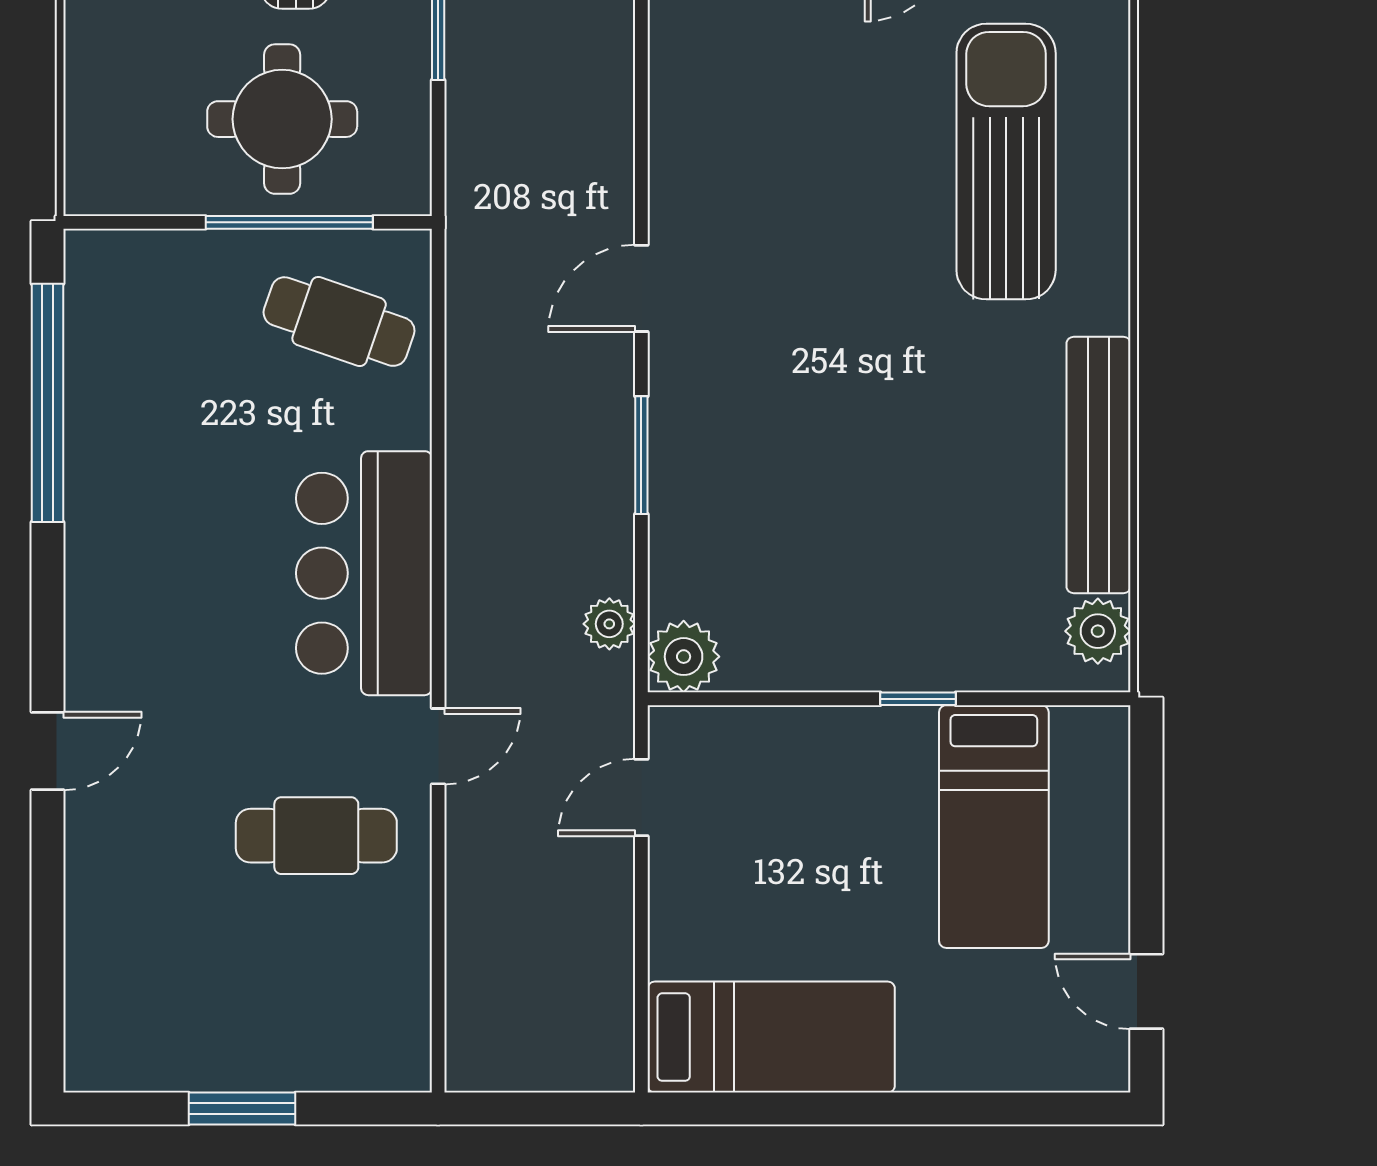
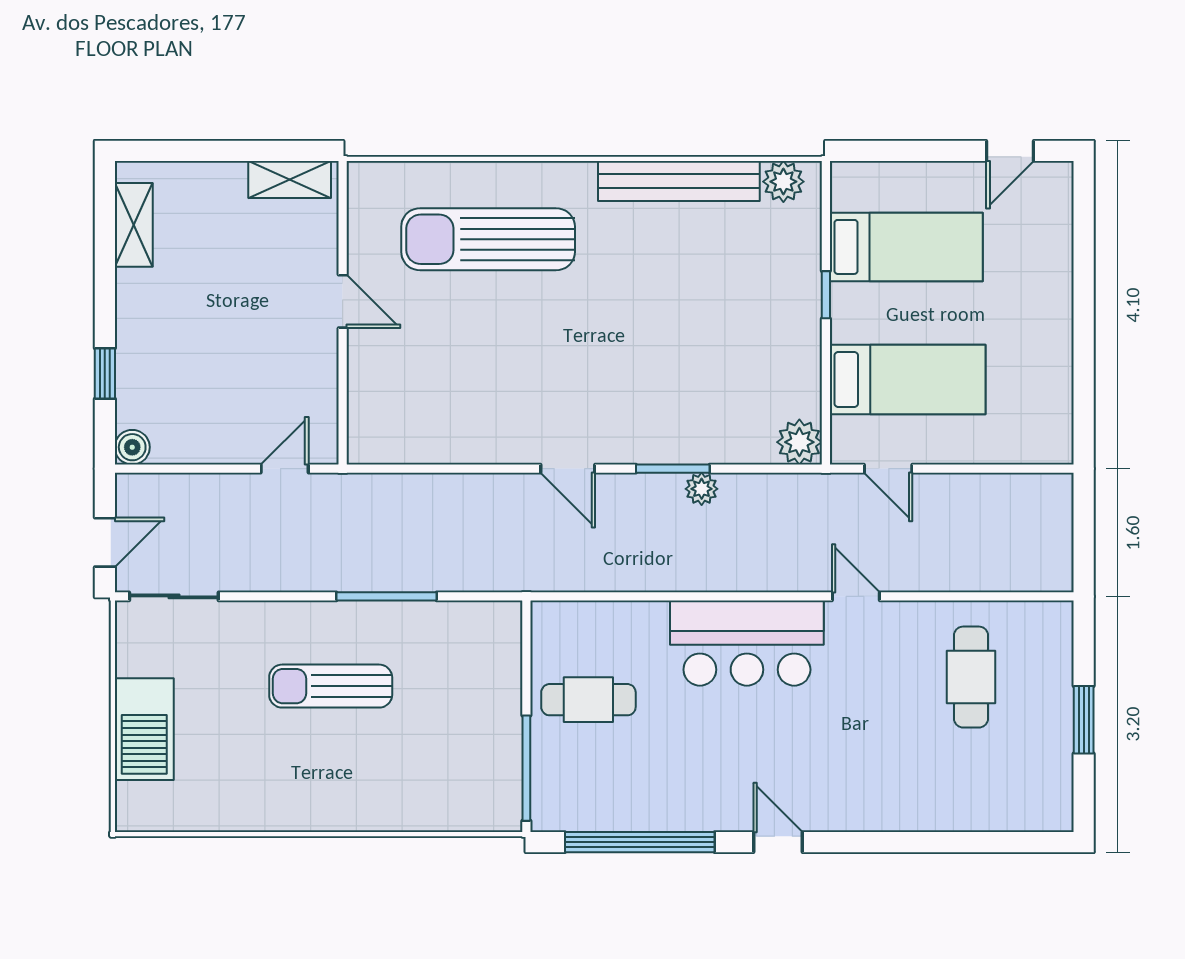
round table: (282, 119) -> (461, 695), removed
window: (289, 222) -> (526, 768), moved
cafe table: (339, 322) -> (588, 700), moved, turned 71
plant: (609, 624) -> (702, 489), moved
door: (47, 751) -> (778, 842), moved
cafe table: (316, 836) -> (971, 677), moved
bed: (771, 1037) -> (908, 379), moved, turned 90

